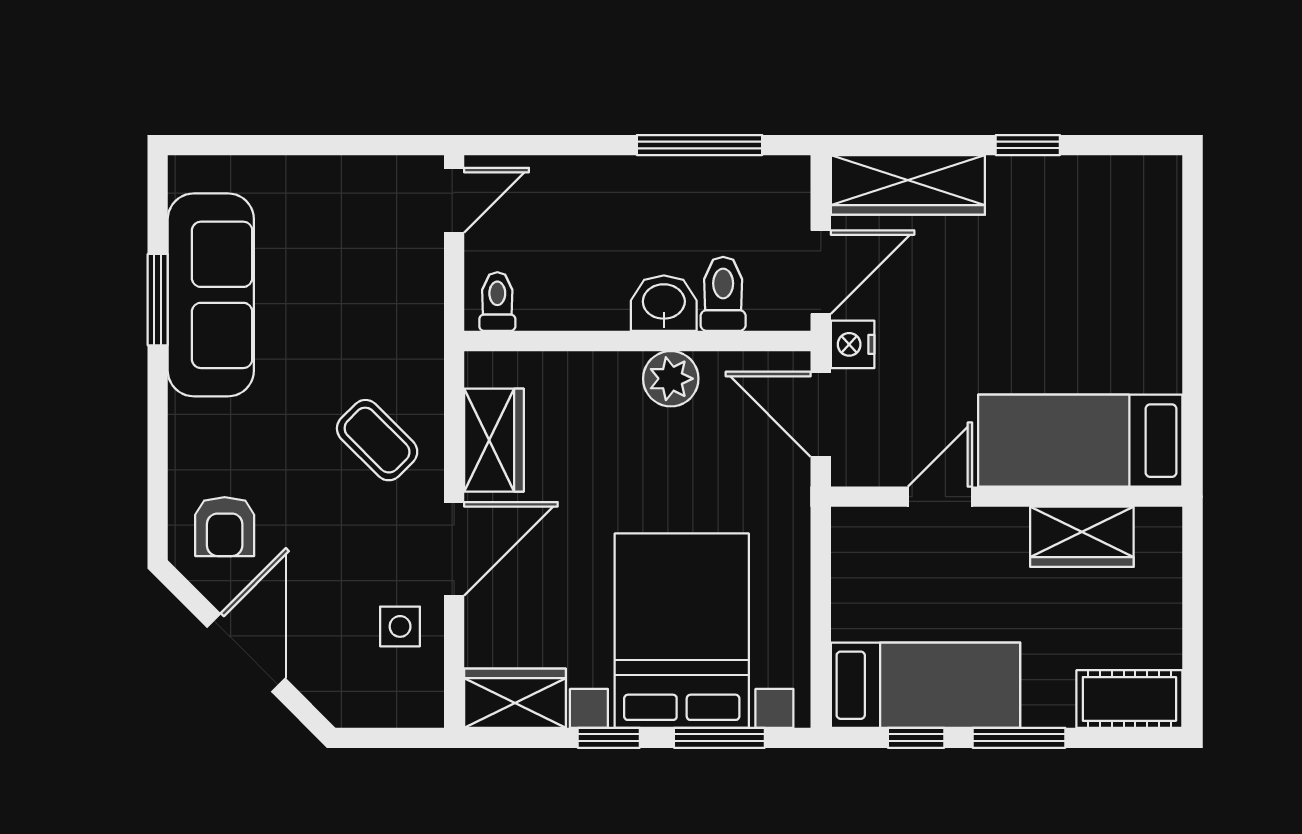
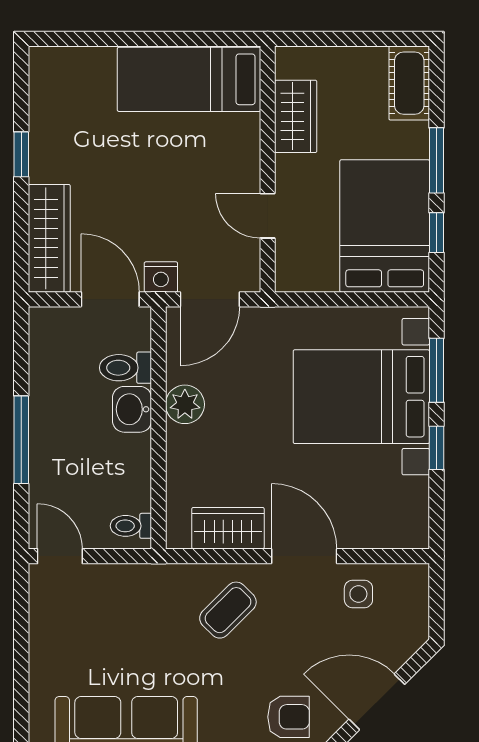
window: (699, 145) -> (21, 440), moved
bed: (1080, 441) -> (189, 79), moved, turned 90
bed: (925, 685) -> (385, 226), width x1.50
wardrobe: (515, 698) -> (409, 513), removed

